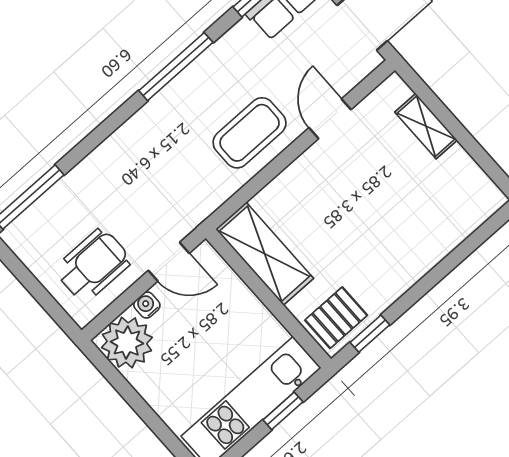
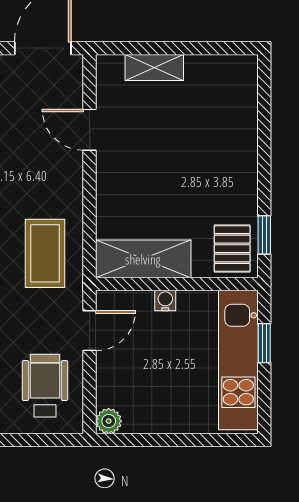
coffee table: (250, 133) -> (45, 253), moved
water cooler: (147, 305) -> (165, 300), moved, turned 90
plant: (127, 343) -> (109, 421), width x0.53, depth x0.53

